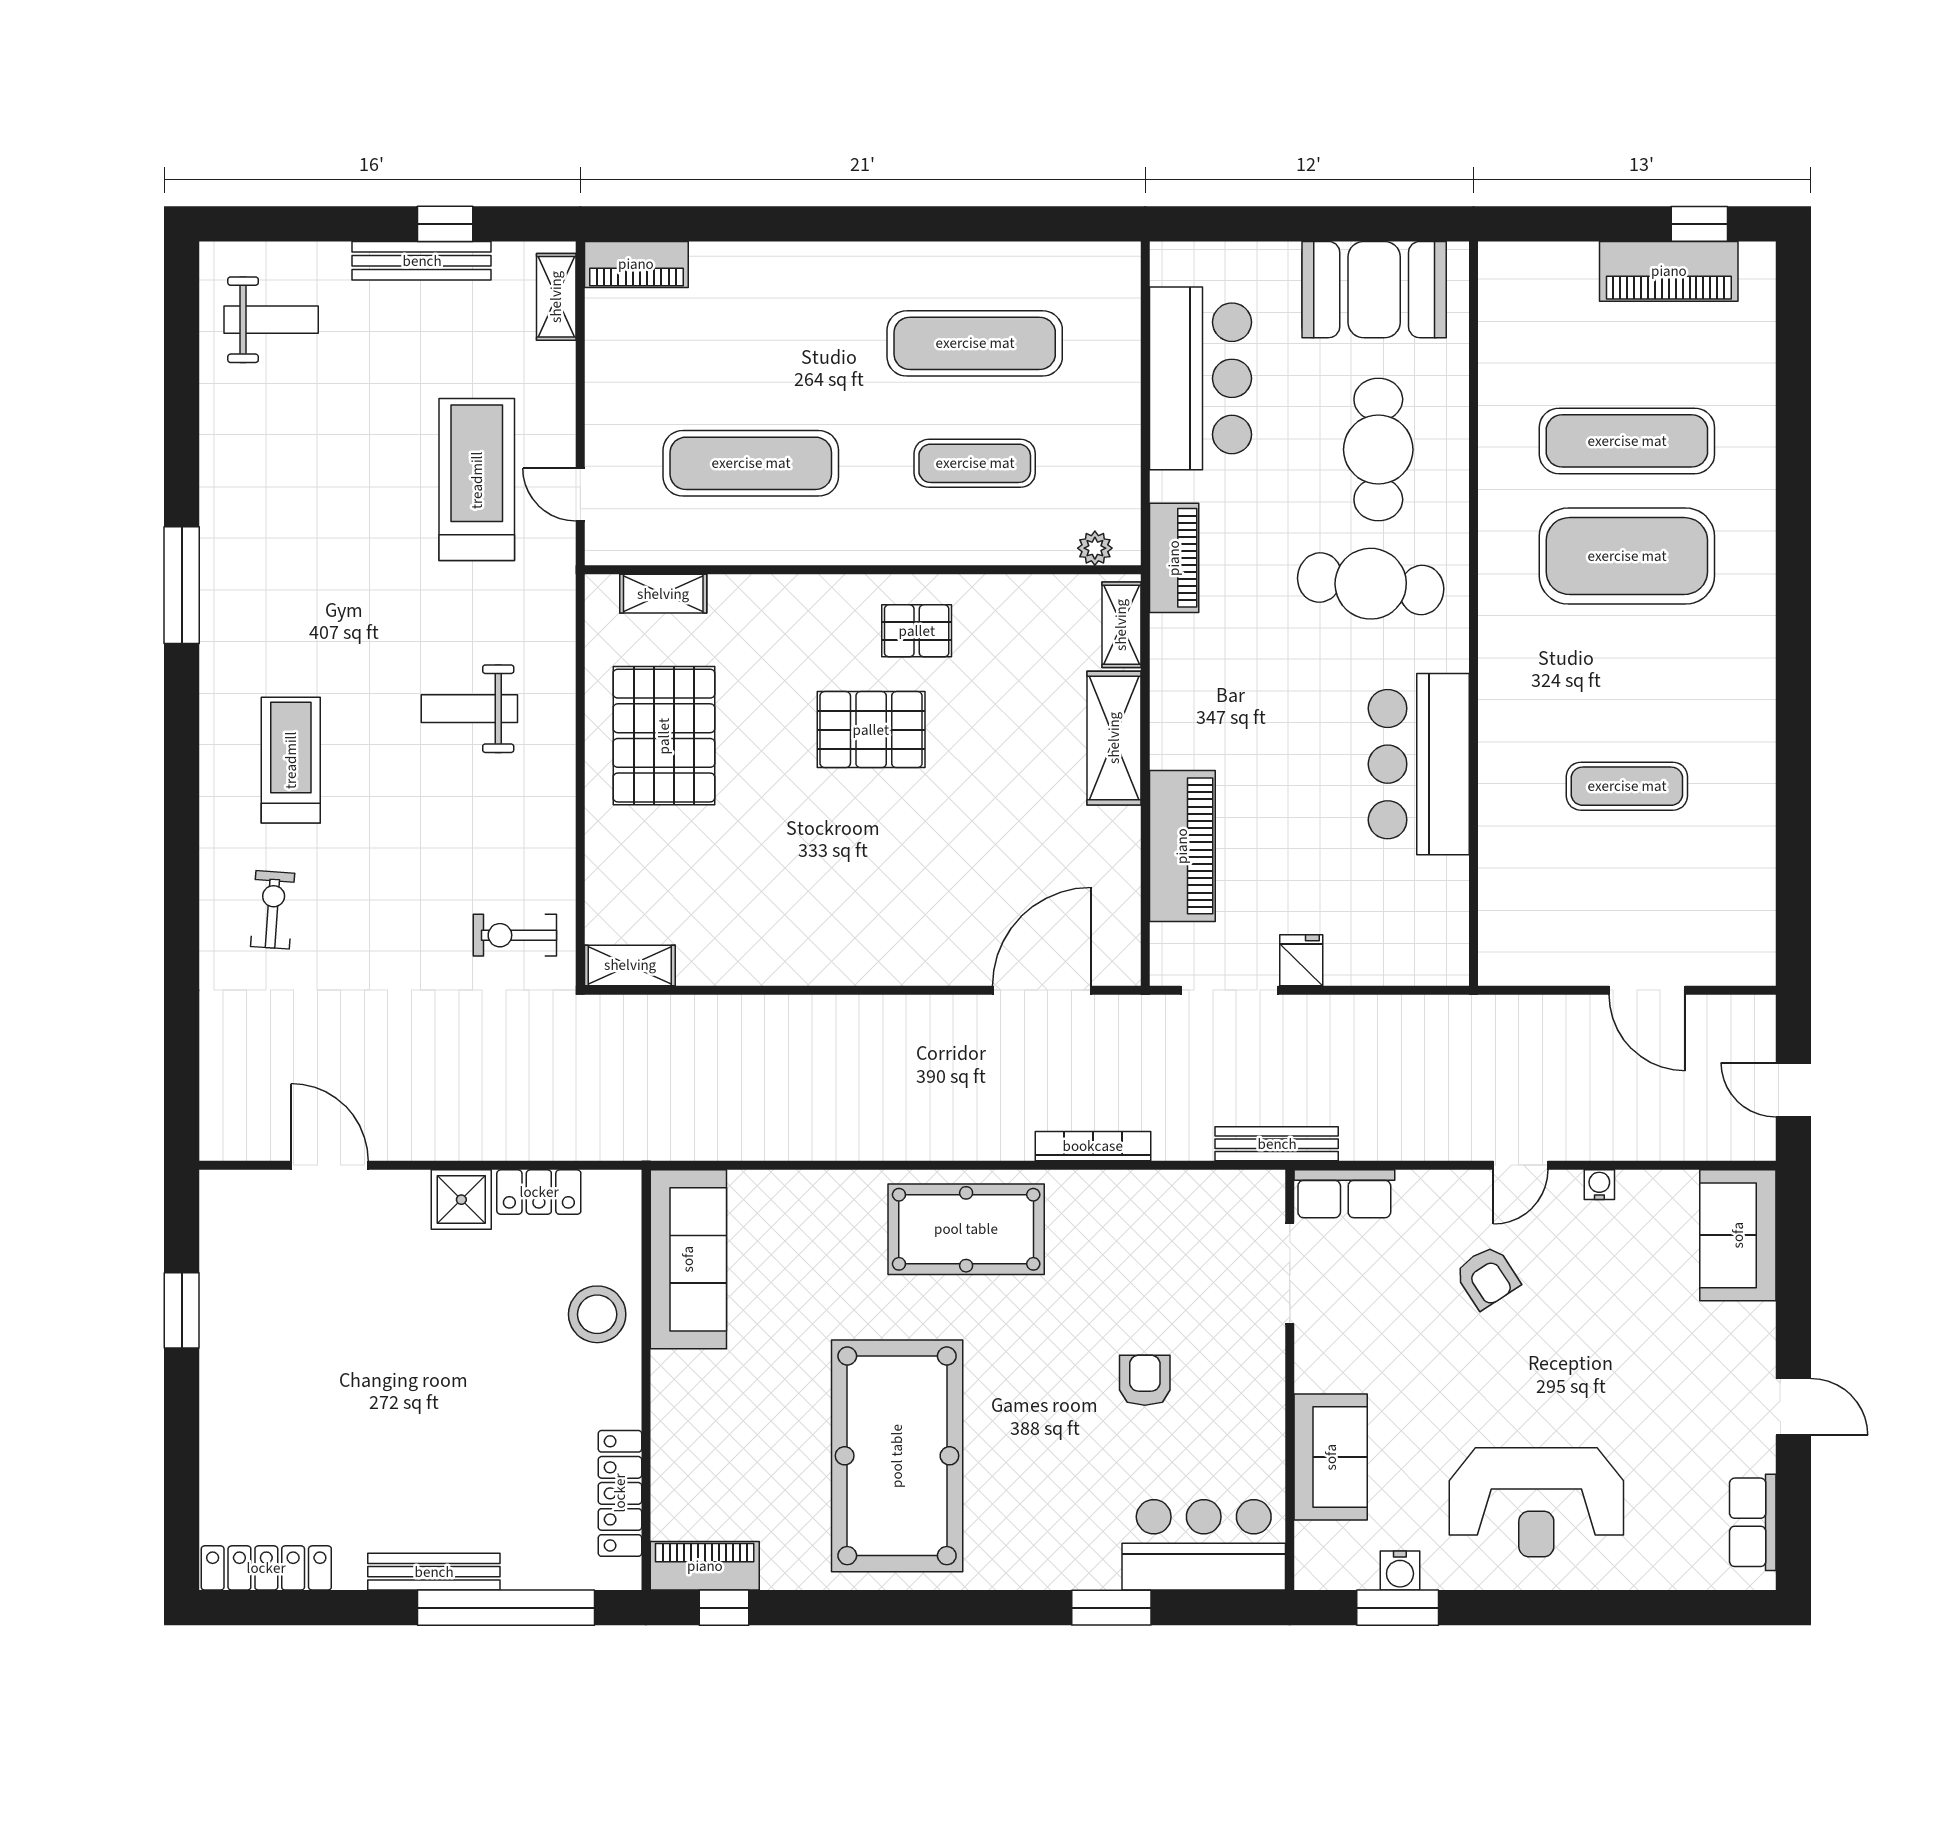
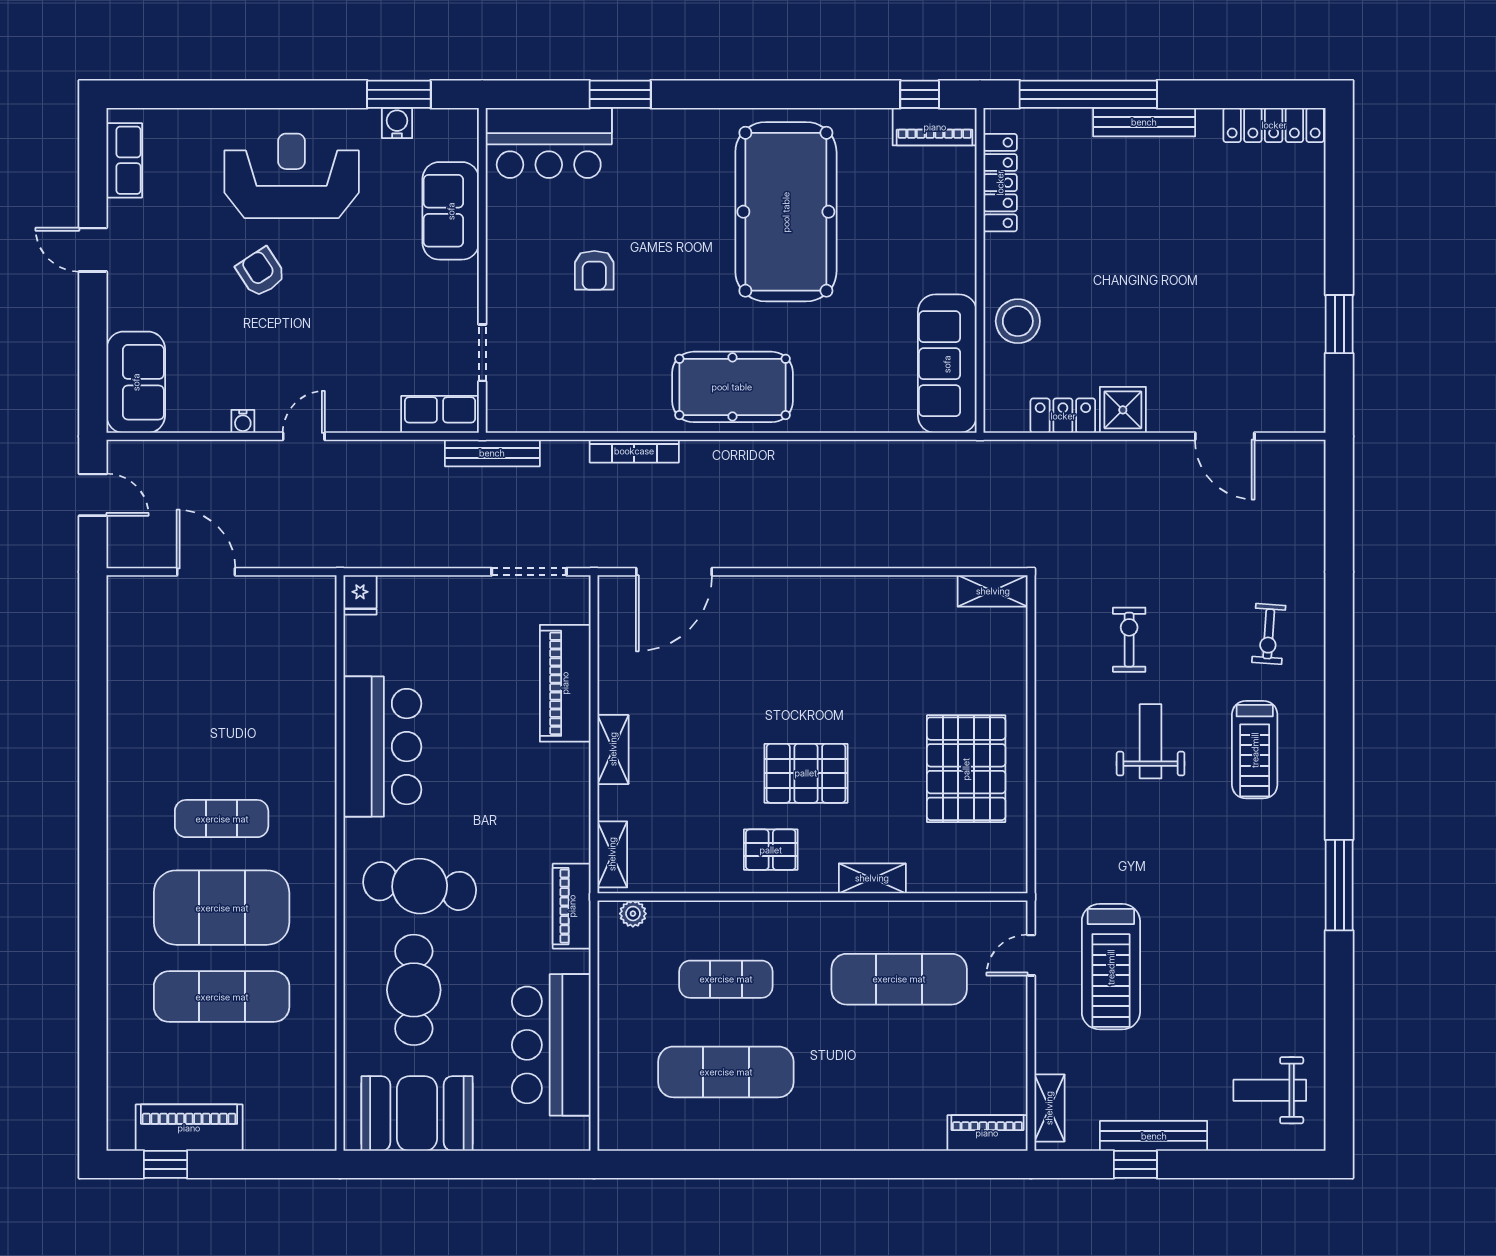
door: (580, 495) -> (1031, 955), swing flipped
shelving: (663, 594) -> (872, 878), moved
weight bench: (469, 709) -> (1151, 741), moved, turned -90
shelving: (1114, 738) -> (613, 749), width x0.67, depth x0.75
exercise mat: (1627, 786) -> (222, 819), moved
exercise bike: (515, 935) -> (1129, 640), moved, turned -90
fridge: (1301, 960) -> (360, 595), moved
doorway: (1290, 1273) -> (482, 353), width x0.73
armchair: (1487, 1277) -> (261, 272), moved

